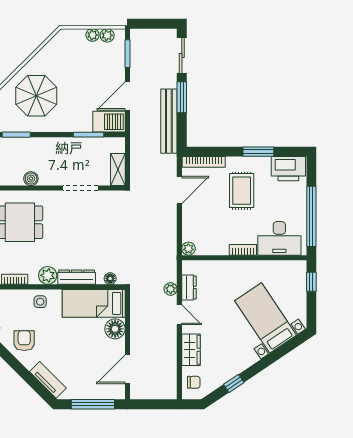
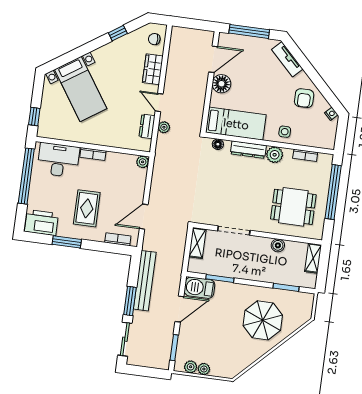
bookcase: (204, 162) -> (118, 239), width x0.64
floor lamp: (115, 329) -> (221, 84), moved

